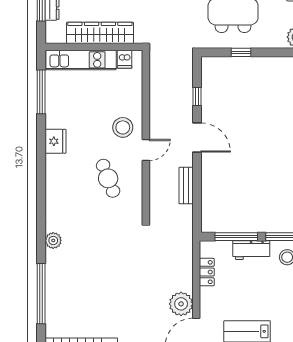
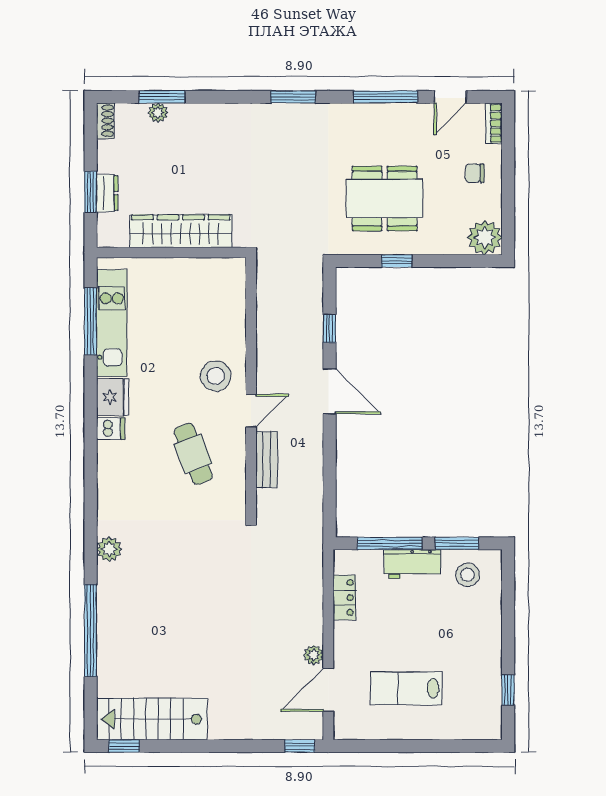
dishwasher: (125, 59) -> (111, 428), moved, turned -90
kitchen unit: (81, 60) -> (112, 323), moved, turned -90
bench: (186, 186) -> (267, 460), moved
plant: (181, 304) -> (314, 655), width x0.53, depth x0.53

